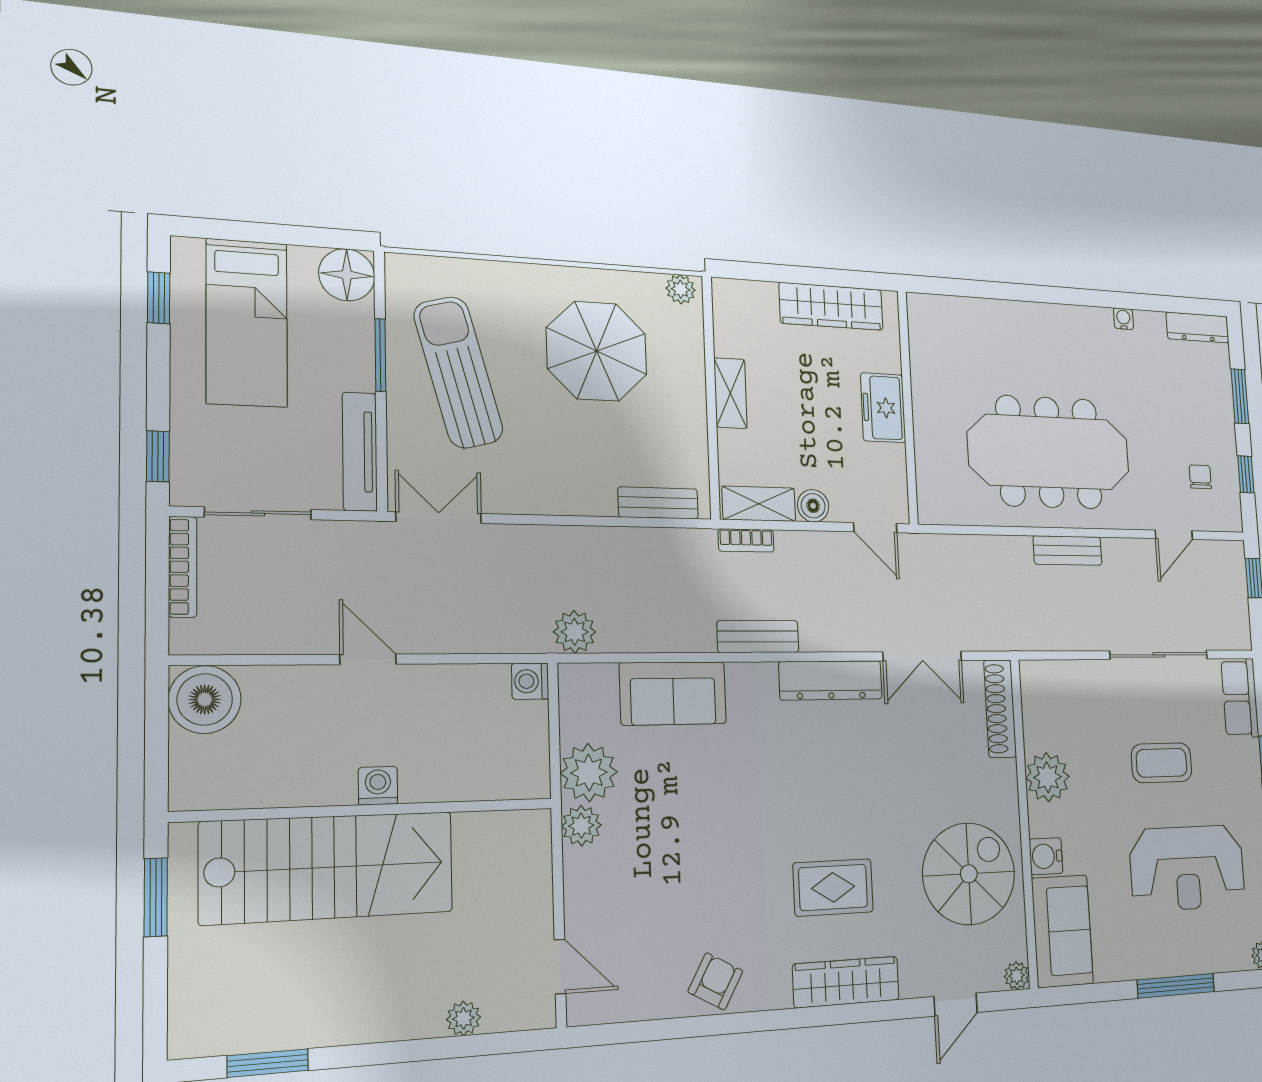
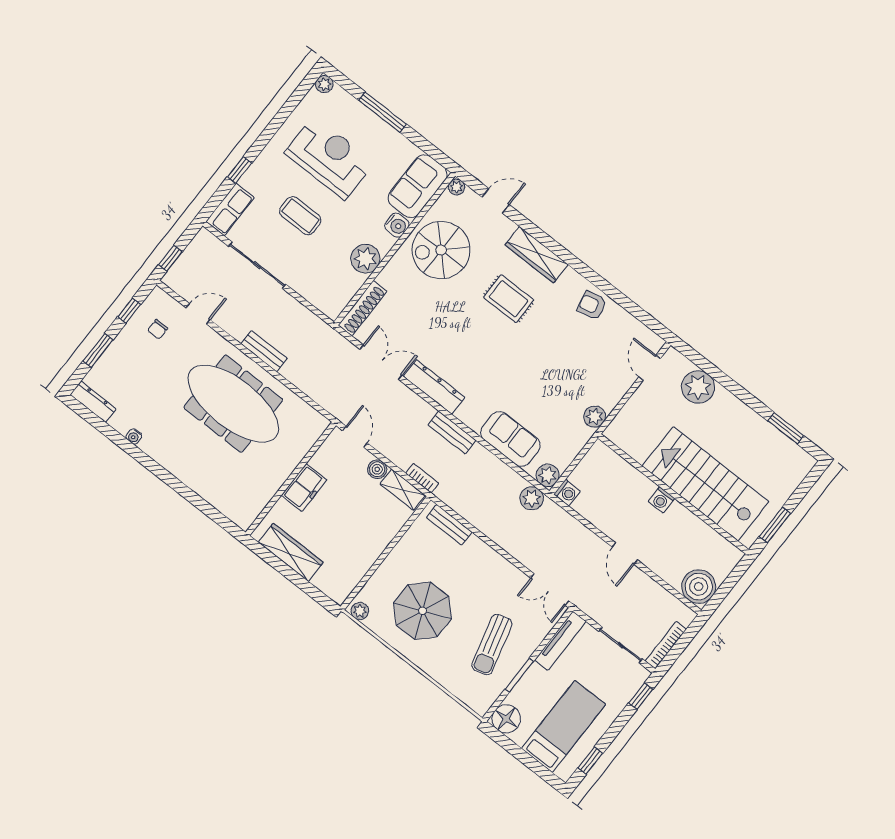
sun lounger: (458, 372) -> (492, 645), width x0.73, depth x0.75
shelving: (730, 393) -> (375, 548), removed
plant: (589, 773) -> (548, 475), moved, width x0.73, depth x0.73
armchair: (715, 981) -> (592, 305), turned 49
plant: (464, 1018) -> (698, 387), width x1.87, depth x1.87

